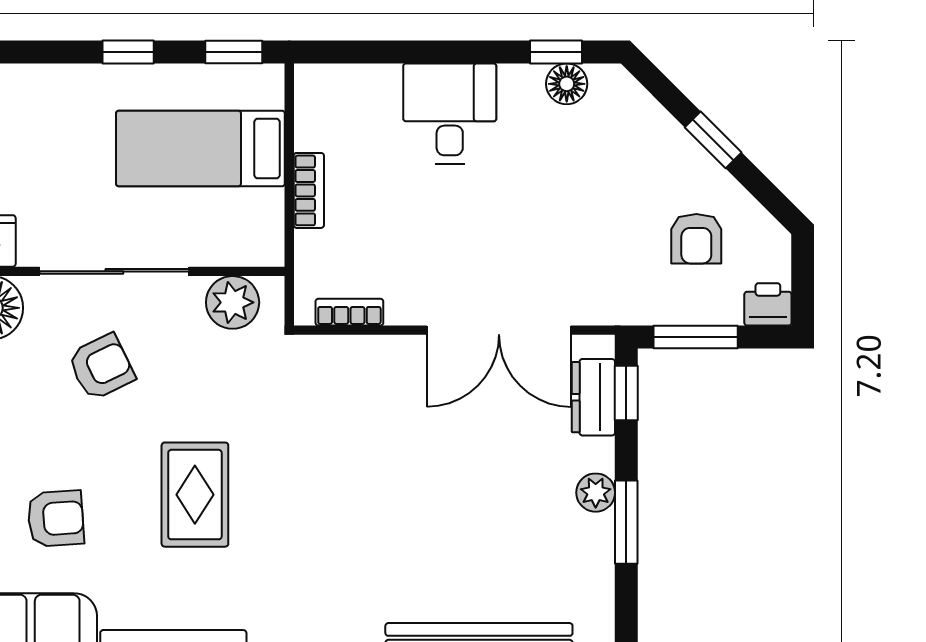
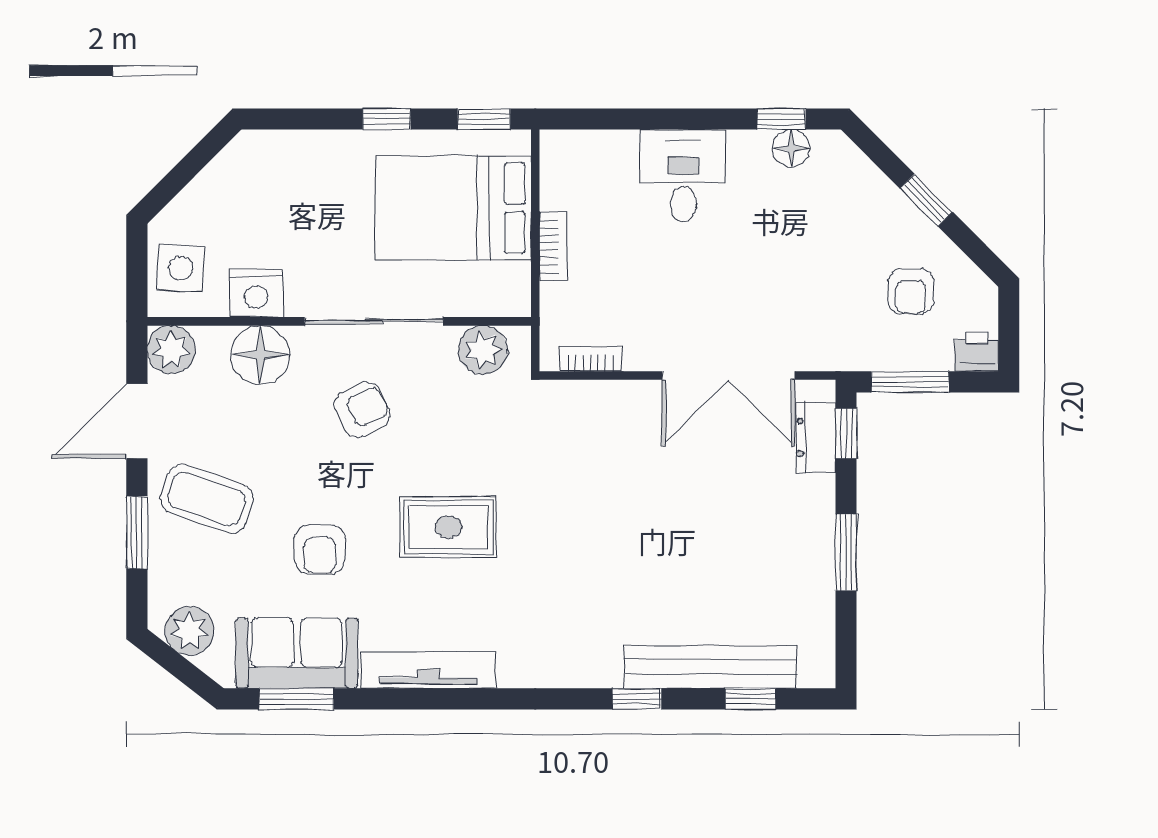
bed: (200, 149) -> (453, 208), width x1.50
plant: (596, 493) -> (818, 525), removed
rug: (195, 495) -> (448, 527), turned 90
armchair: (56, 519) -> (320, 549), turned 94

